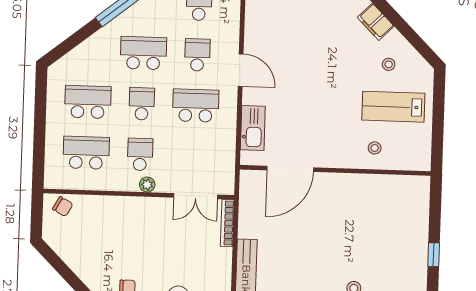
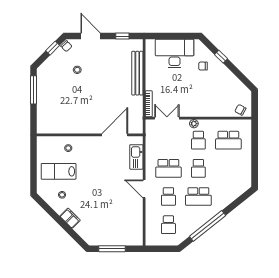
school desk: (88, 102) -> (228, 168), removed
lab bench: (393, 107) -> (59, 171), turned 180
window: (434, 255) -> (34, 90), width x2.17

